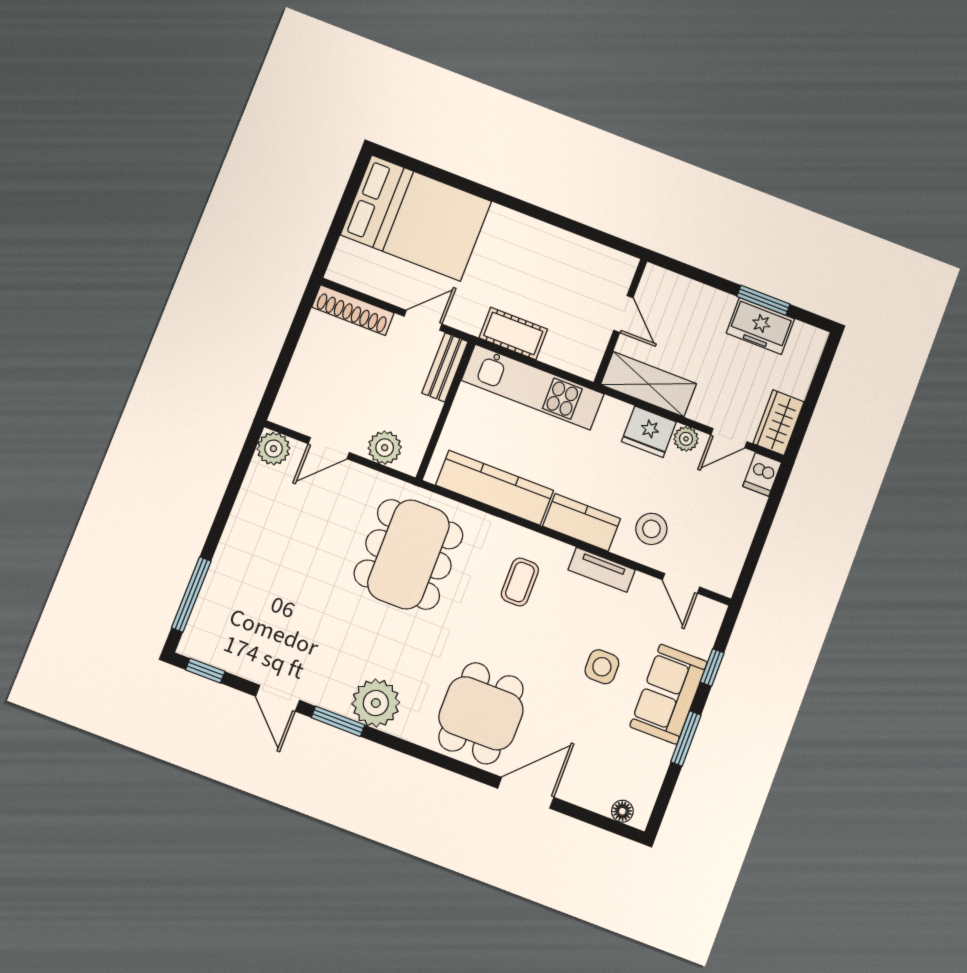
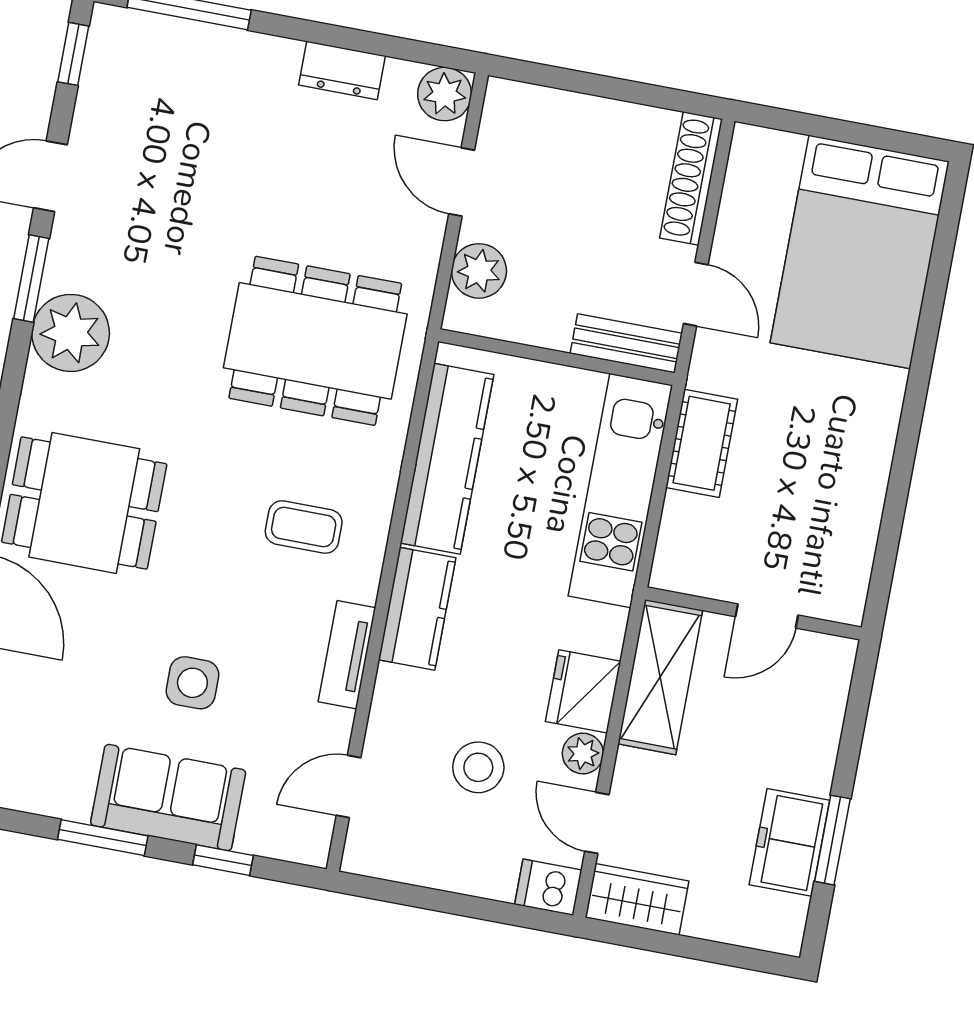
dresser: (247, 508) -> (342, 70), added
stool: (651, 529) -> (478, 767), moved

